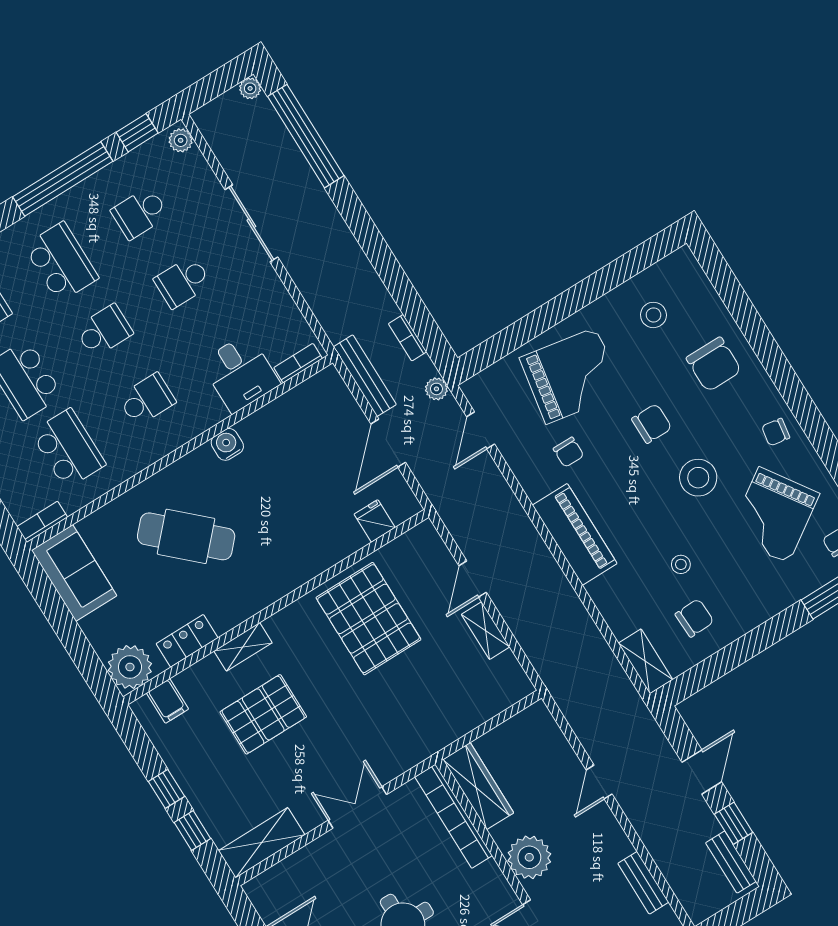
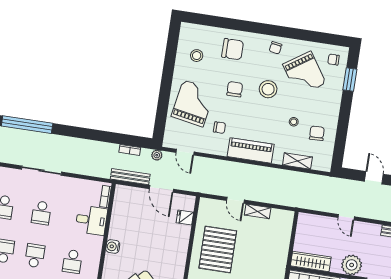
school desk: (147, 400) -> (72, 261), turned 180
pallet: (368, 619) -> (218, 249), turned 90
shelving: (645, 661) -> (297, 161), moved

